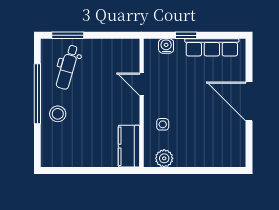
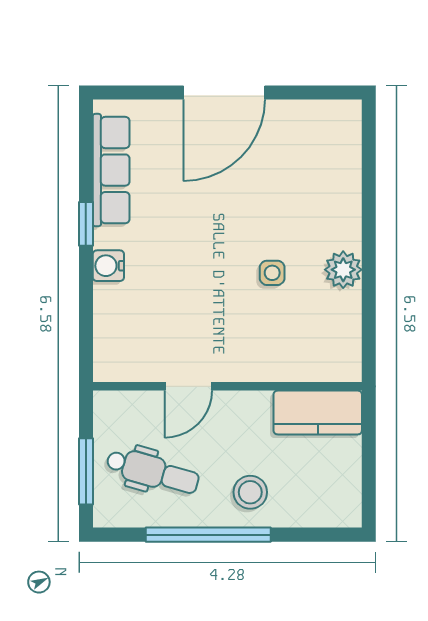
door: (142, 84) -> (188, 386), moved
wall: (142, 103) -> (227, 386), moved
kitchen counter: (129, 146) -> (318, 412), moved

